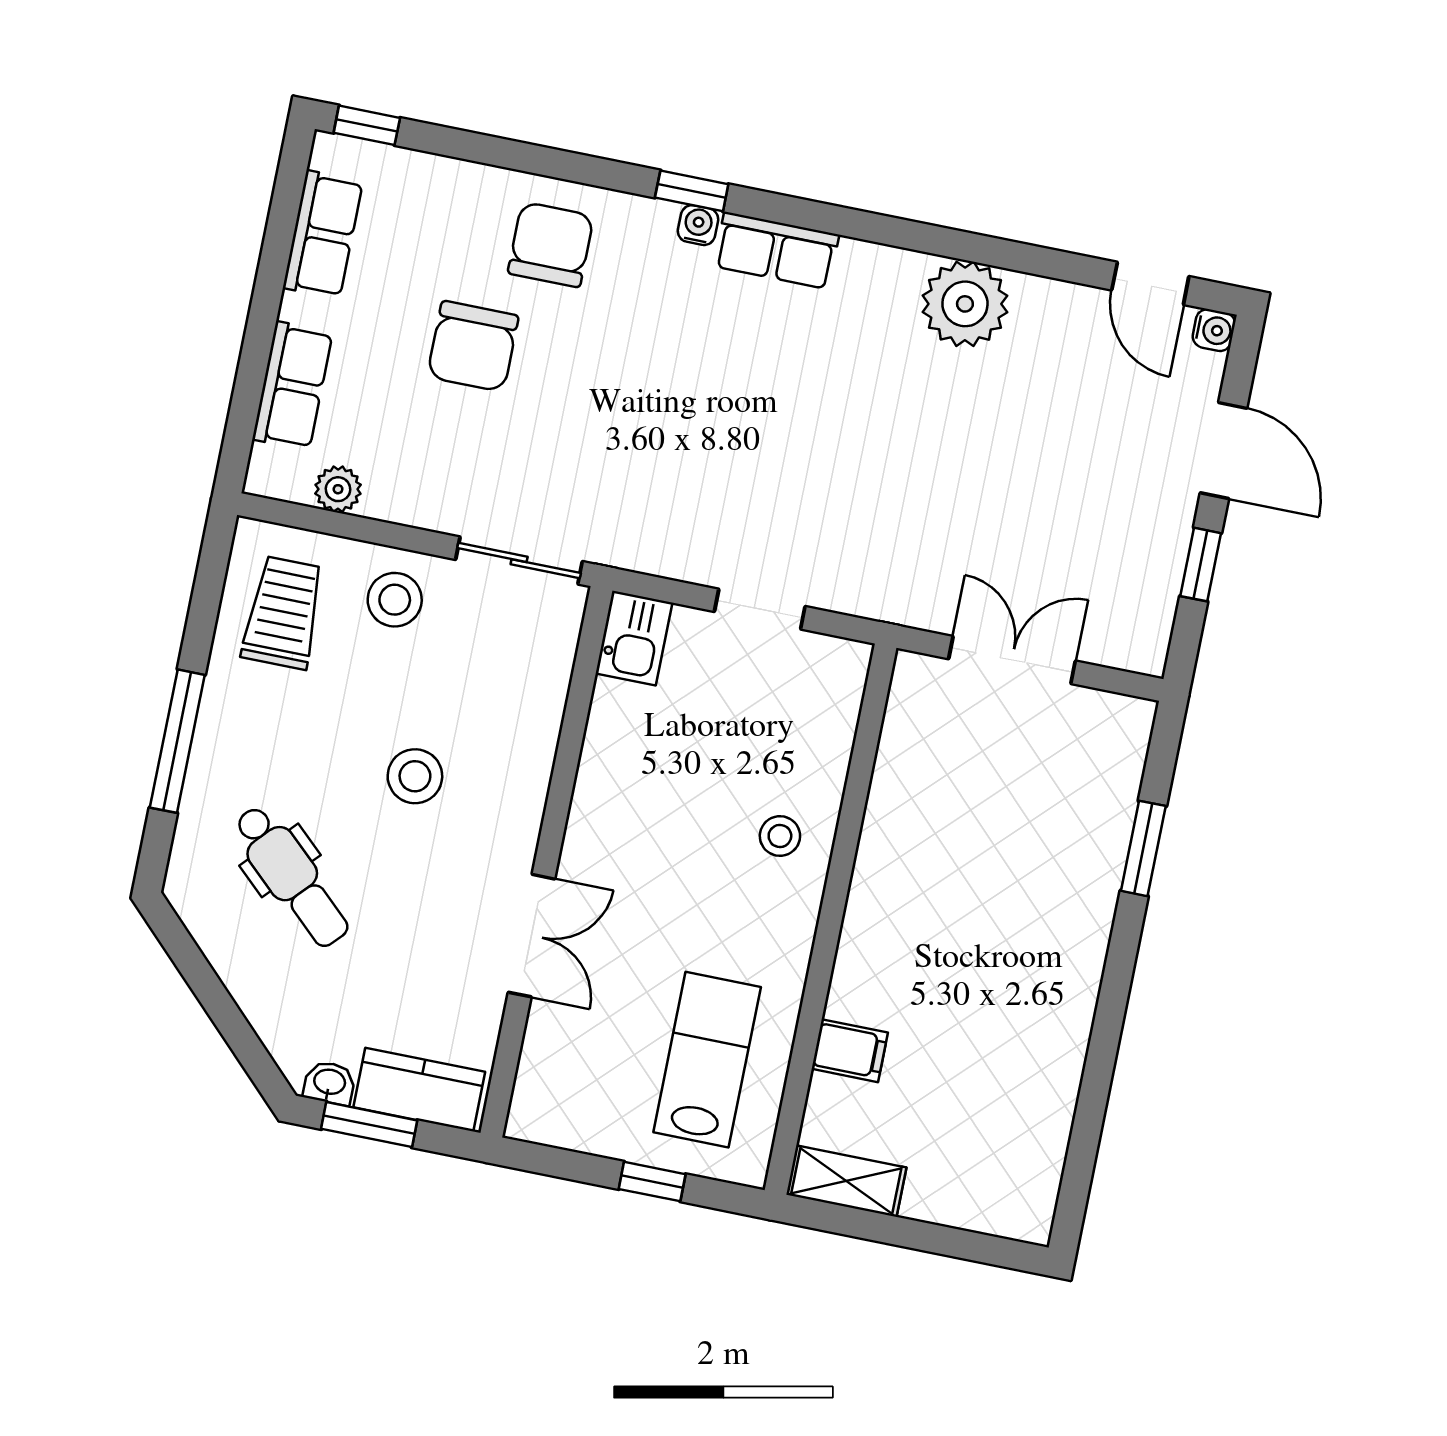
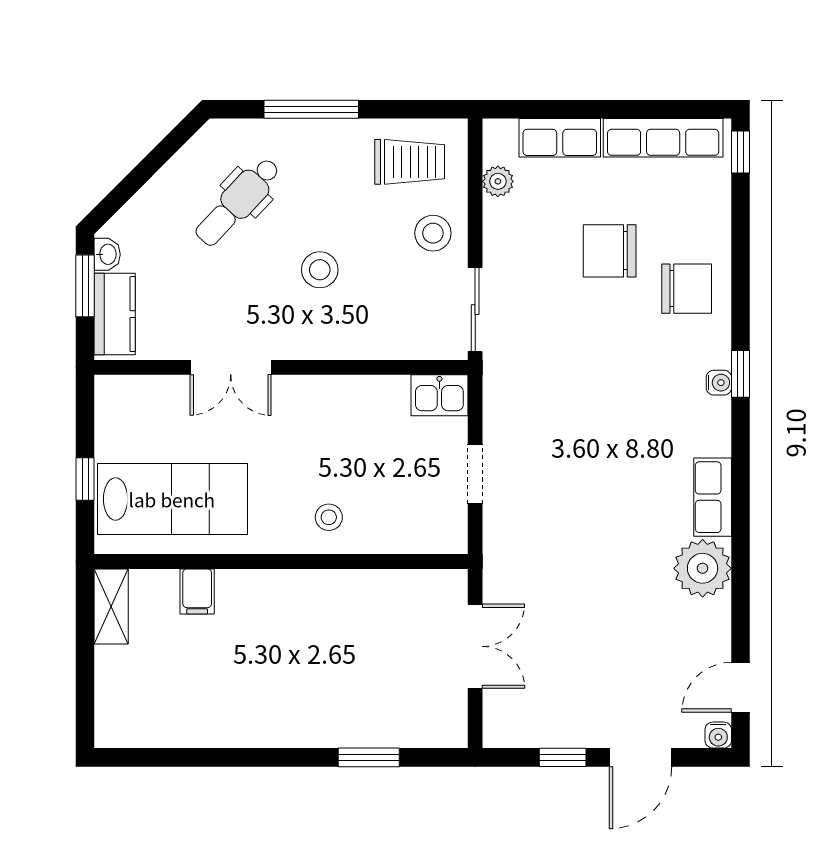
row of seats: (323, 234) -> (663, 138), width x1.48
row of seats: (776, 250) -> (713, 497), moved
lab bench: (707, 1060) -> (172, 499), width x1.36, depth x1.39

